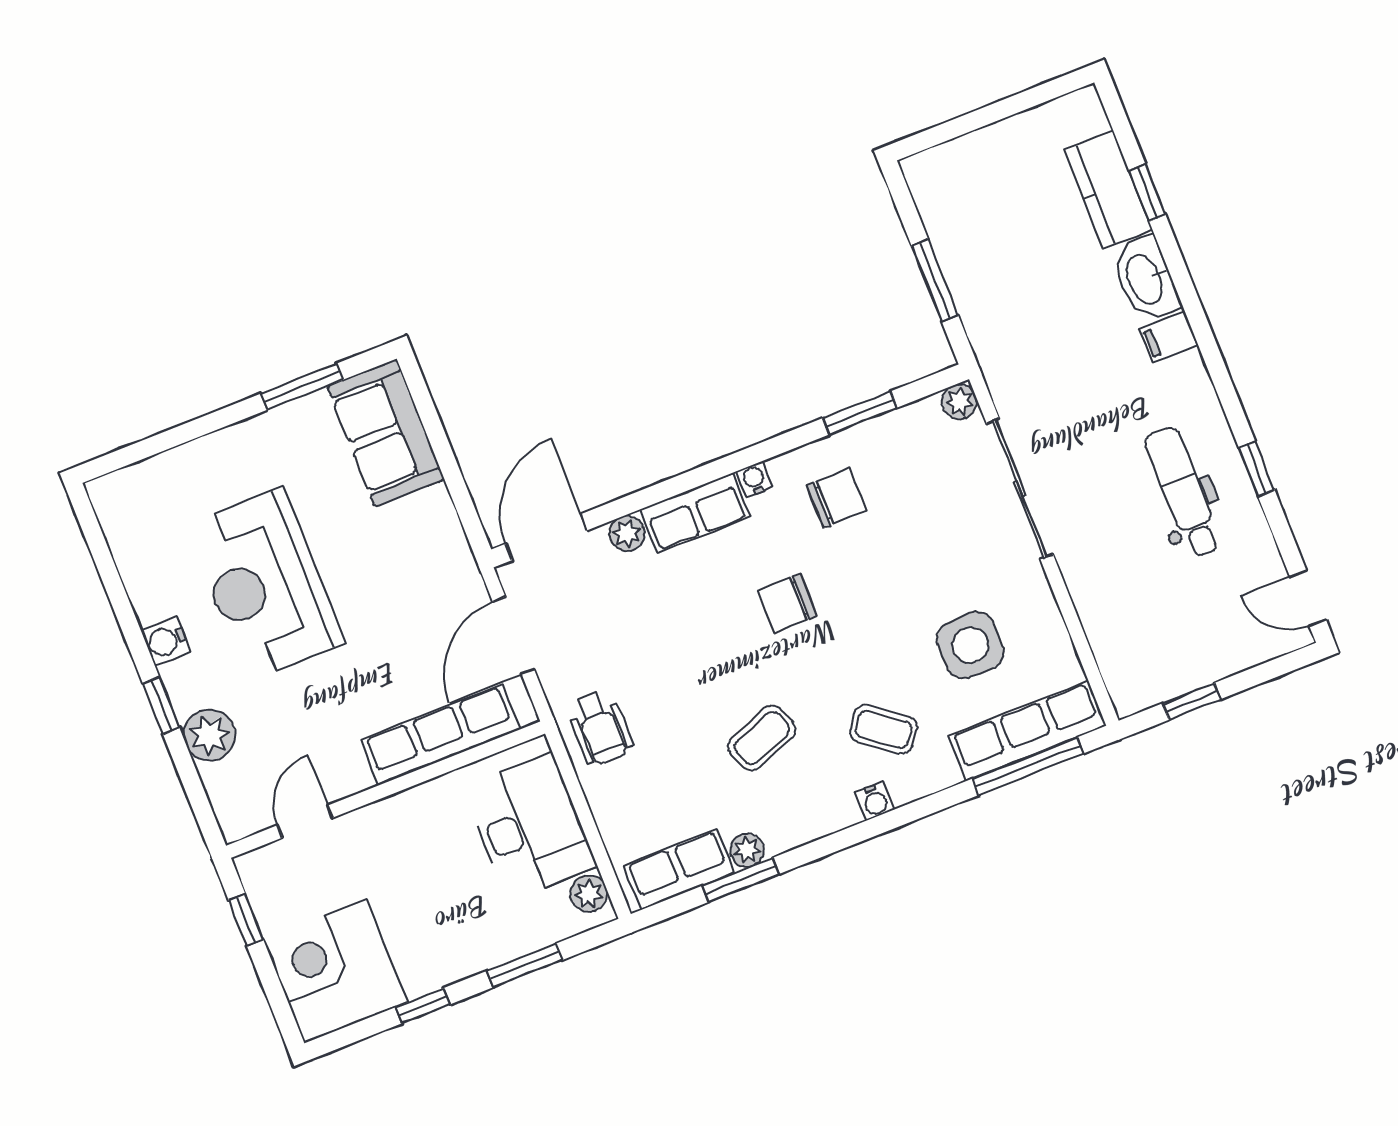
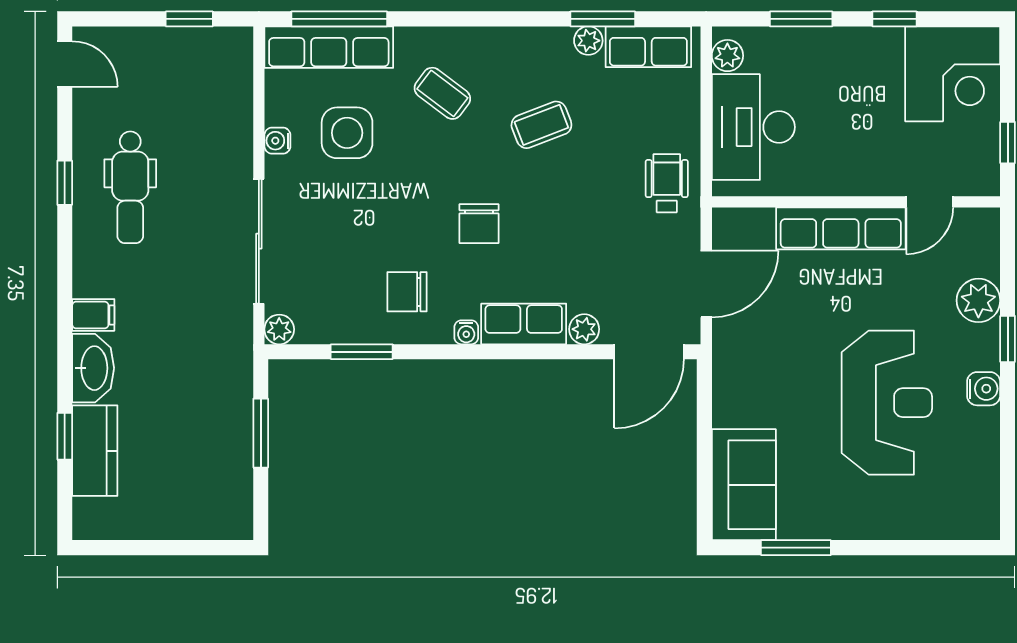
chair: (787, 603) -> (479, 224), turned 90
row of seats: (440, 735) -> (841, 228), moved
water cooler: (875, 801) -> (277, 141), moved, turned -90

